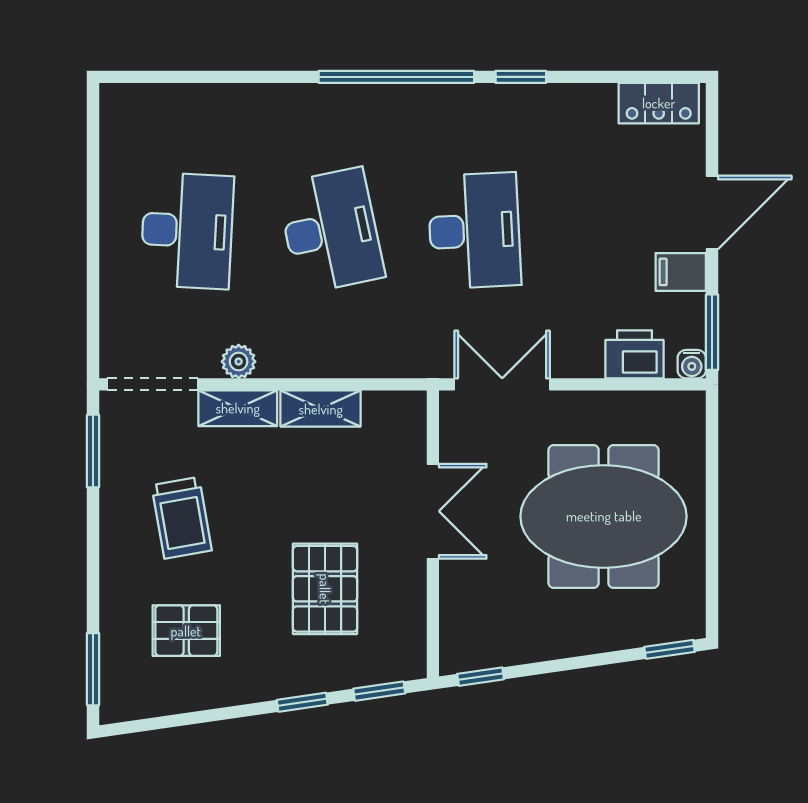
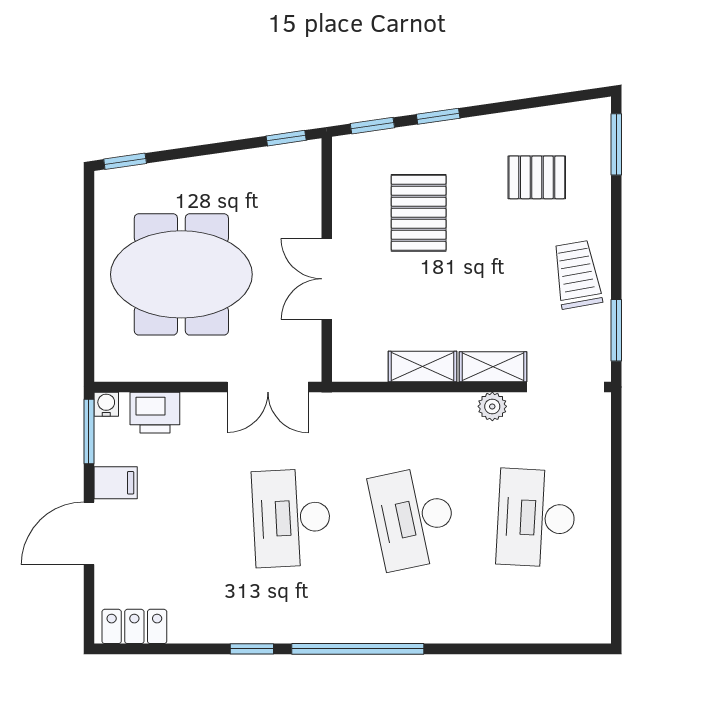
trolley: (182, 518) -> (577, 275), moved

